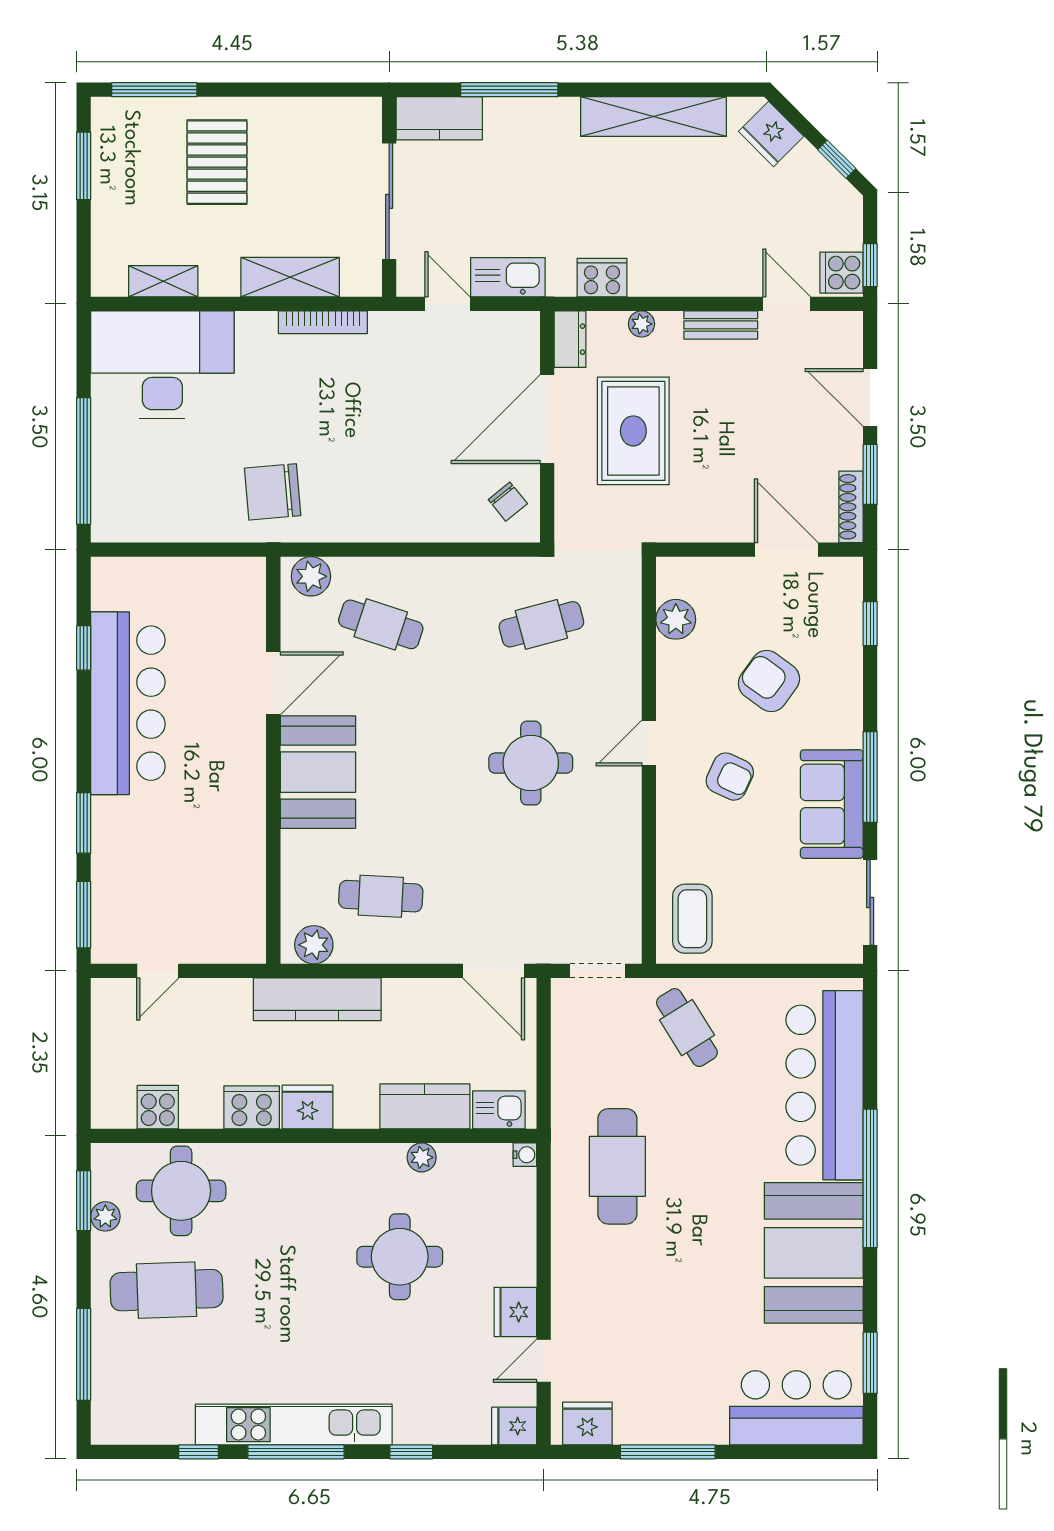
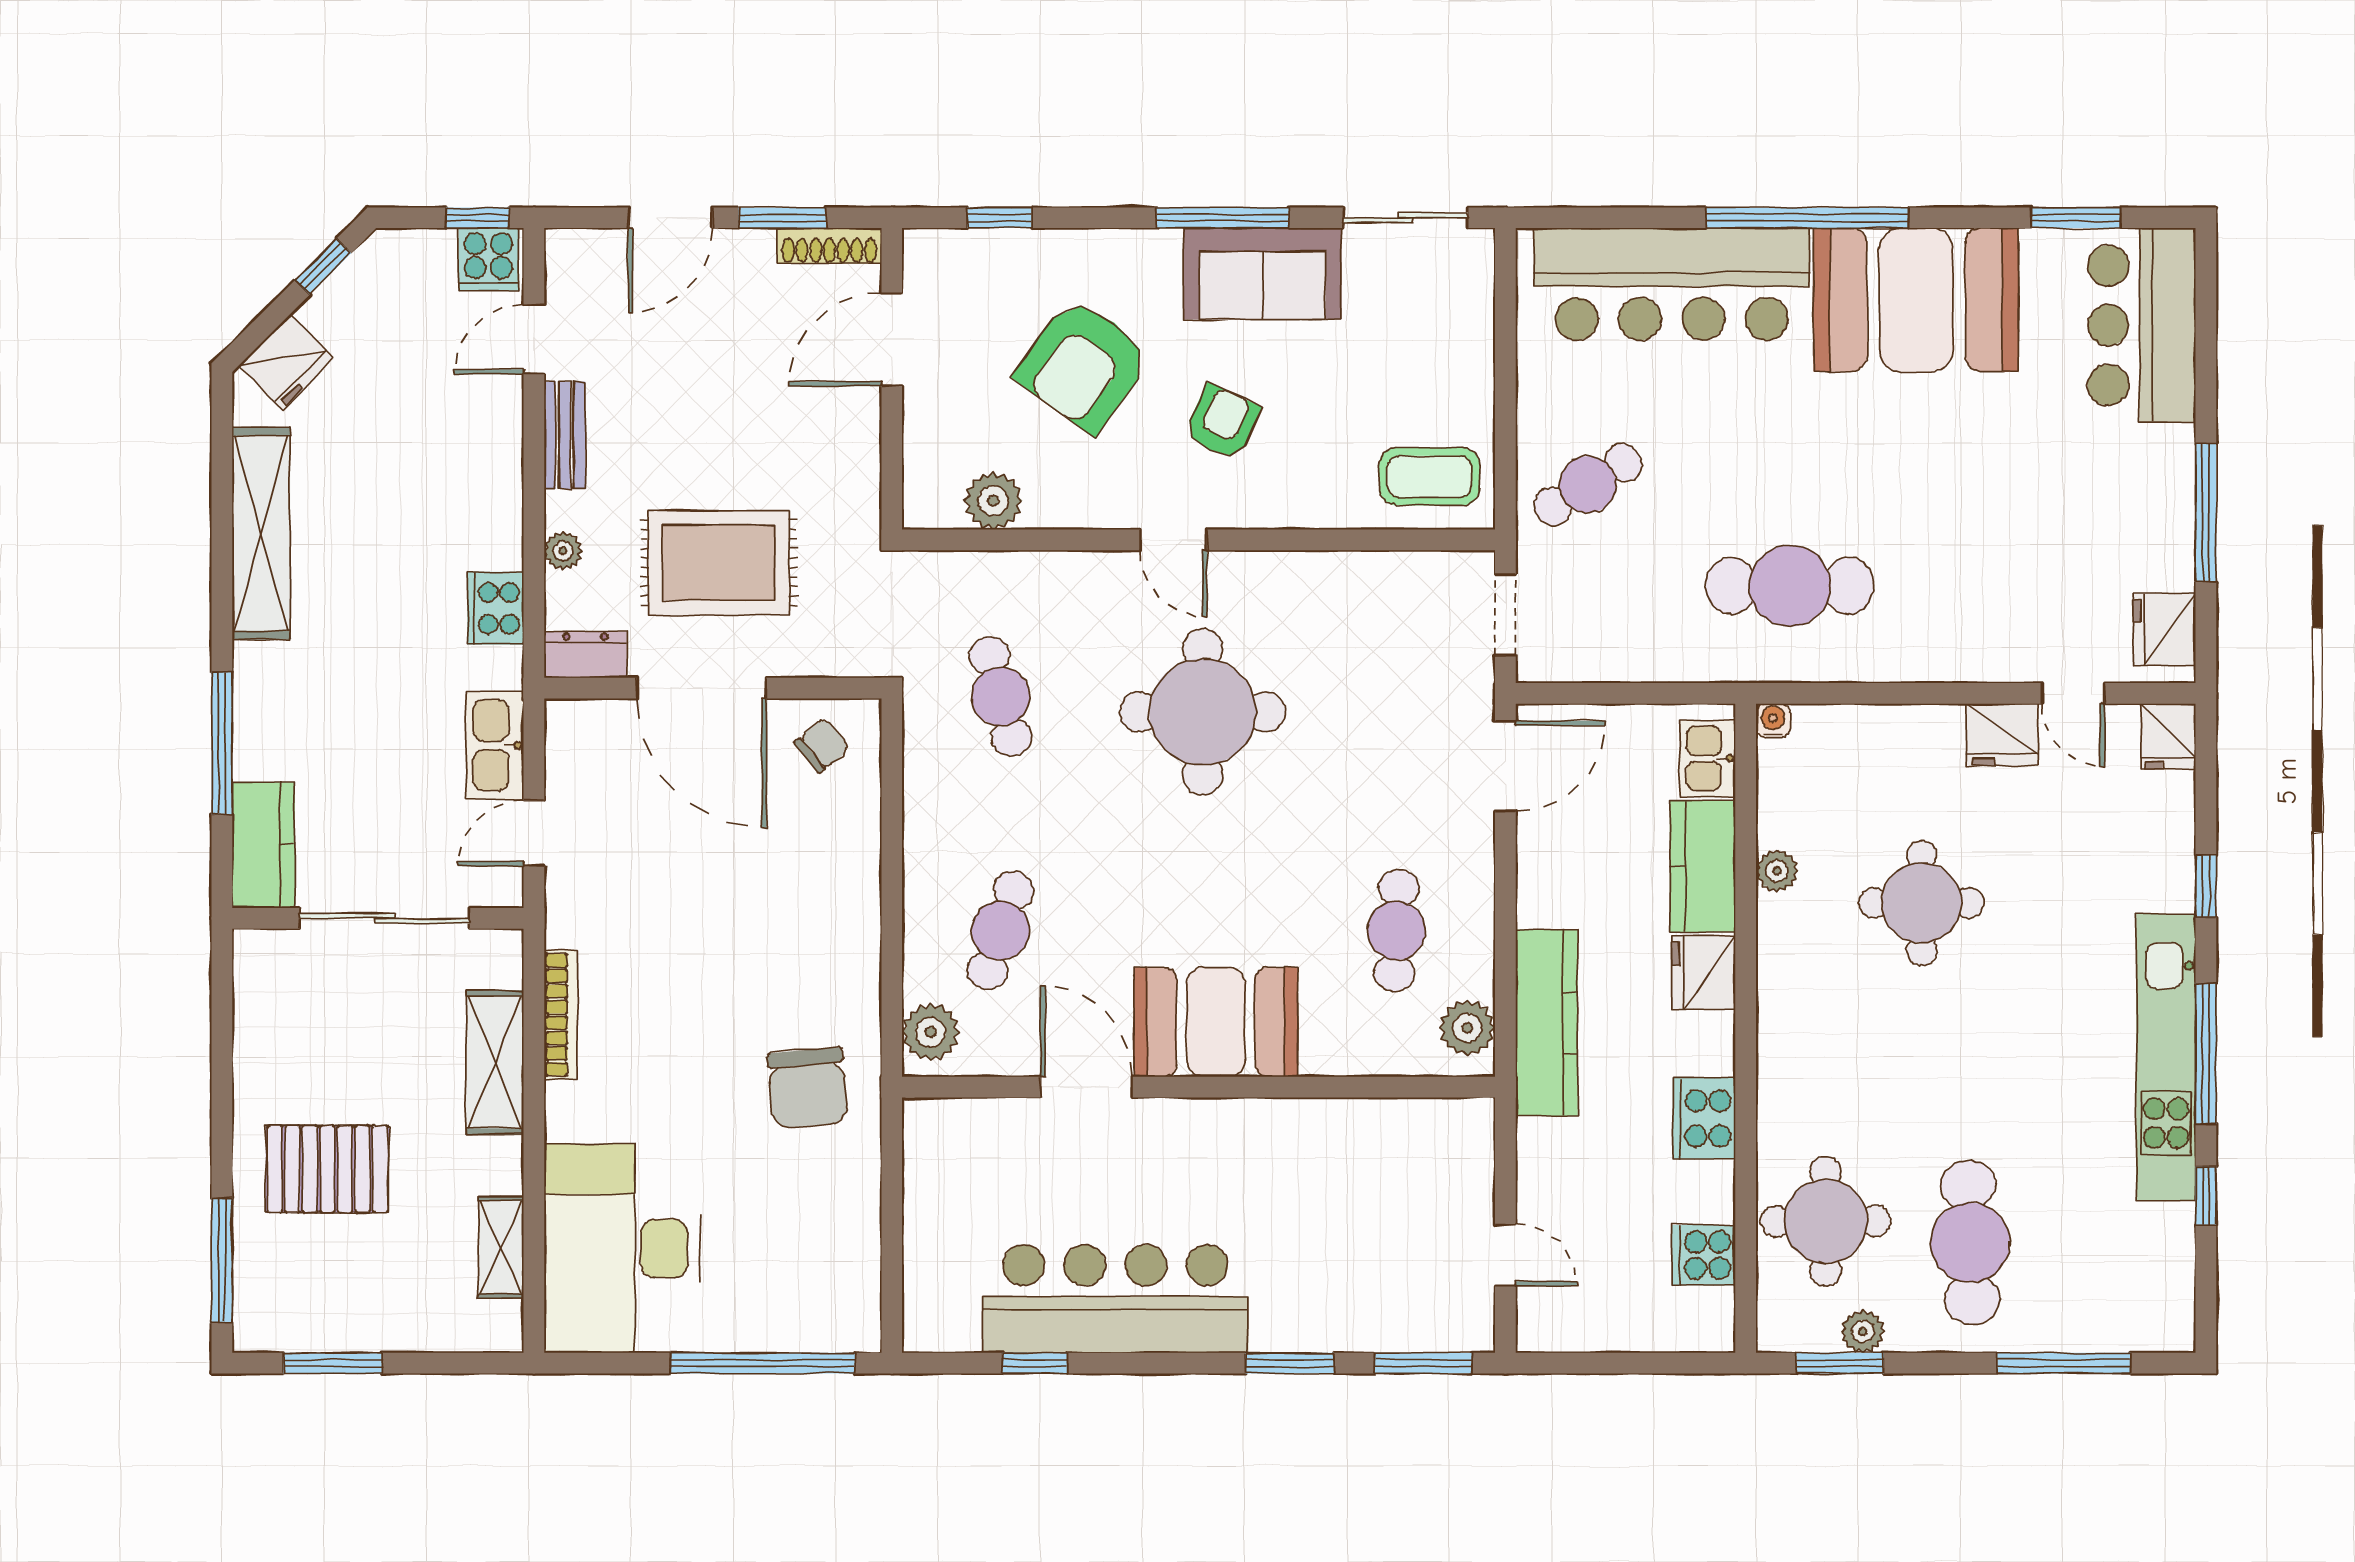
armchair: (769, 681) -> (1083, 365), width x1.36, depth x1.36
round table: (531, 763) -> (1203, 712), width x1.36, depth x1.36
fridge: (308, 1107) -> (1704, 973), moved

